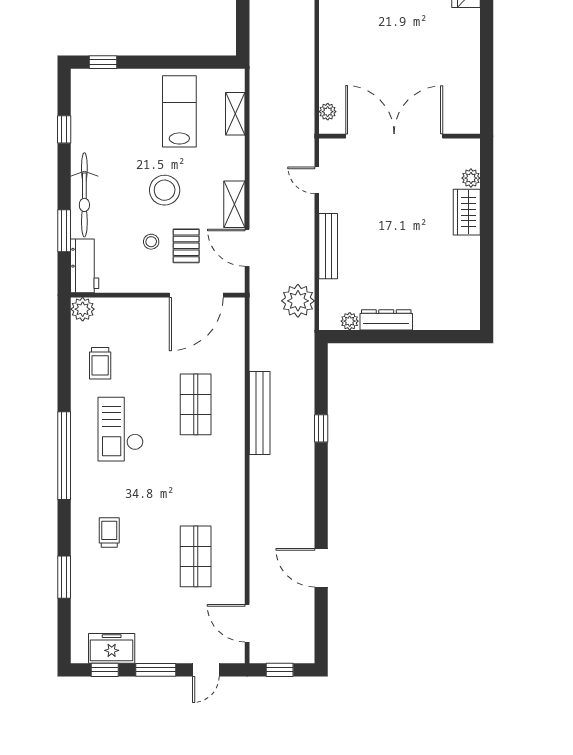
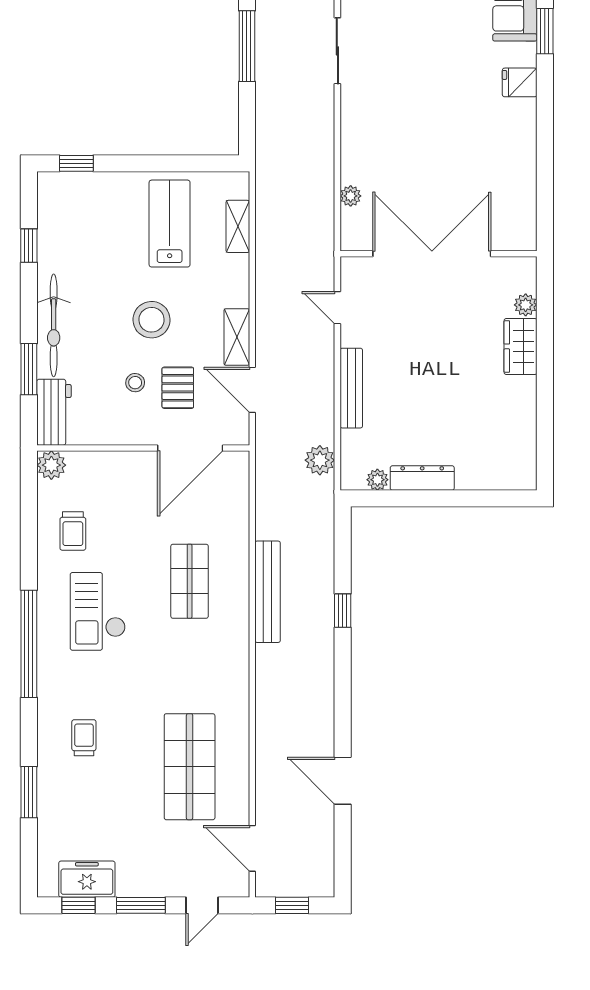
plant: (328, 112) -> (351, 196), moved
plant: (298, 301) -> (320, 460), width x0.73, depth x0.73
shop shelf: (196, 556) -> (190, 767), width x1.43, depth x1.36

